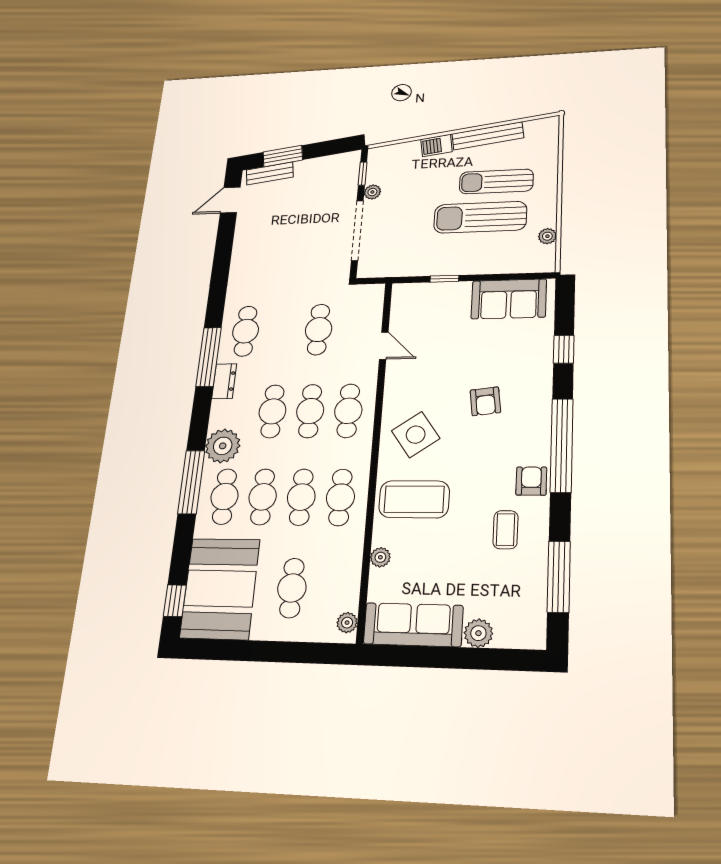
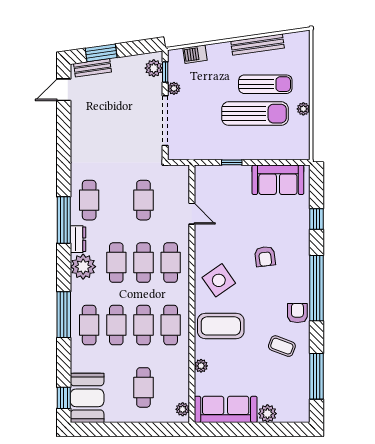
barbecue: (436, 145) -> (195, 54), moved
plant: (348, 170) -> (154, 68), added
sun lounger: (496, 181) -> (265, 84), turned 180
sun lounger: (480, 217) -> (255, 114), turned 180
plant: (547, 236) -> (303, 109), moved
plant: (223, 446) -> (83, 267), moved
coffee table: (505, 530) -> (282, 346), turned -69
booth: (220, 588) -> (87, 398), width x0.73, depth x0.70

